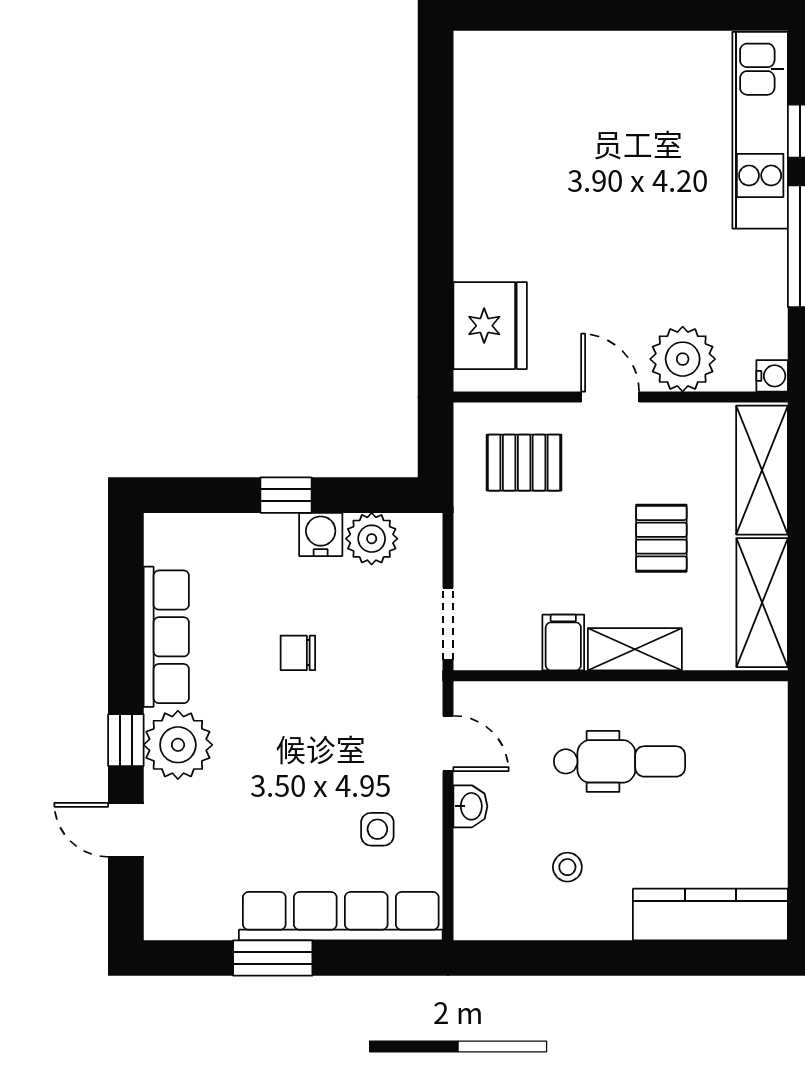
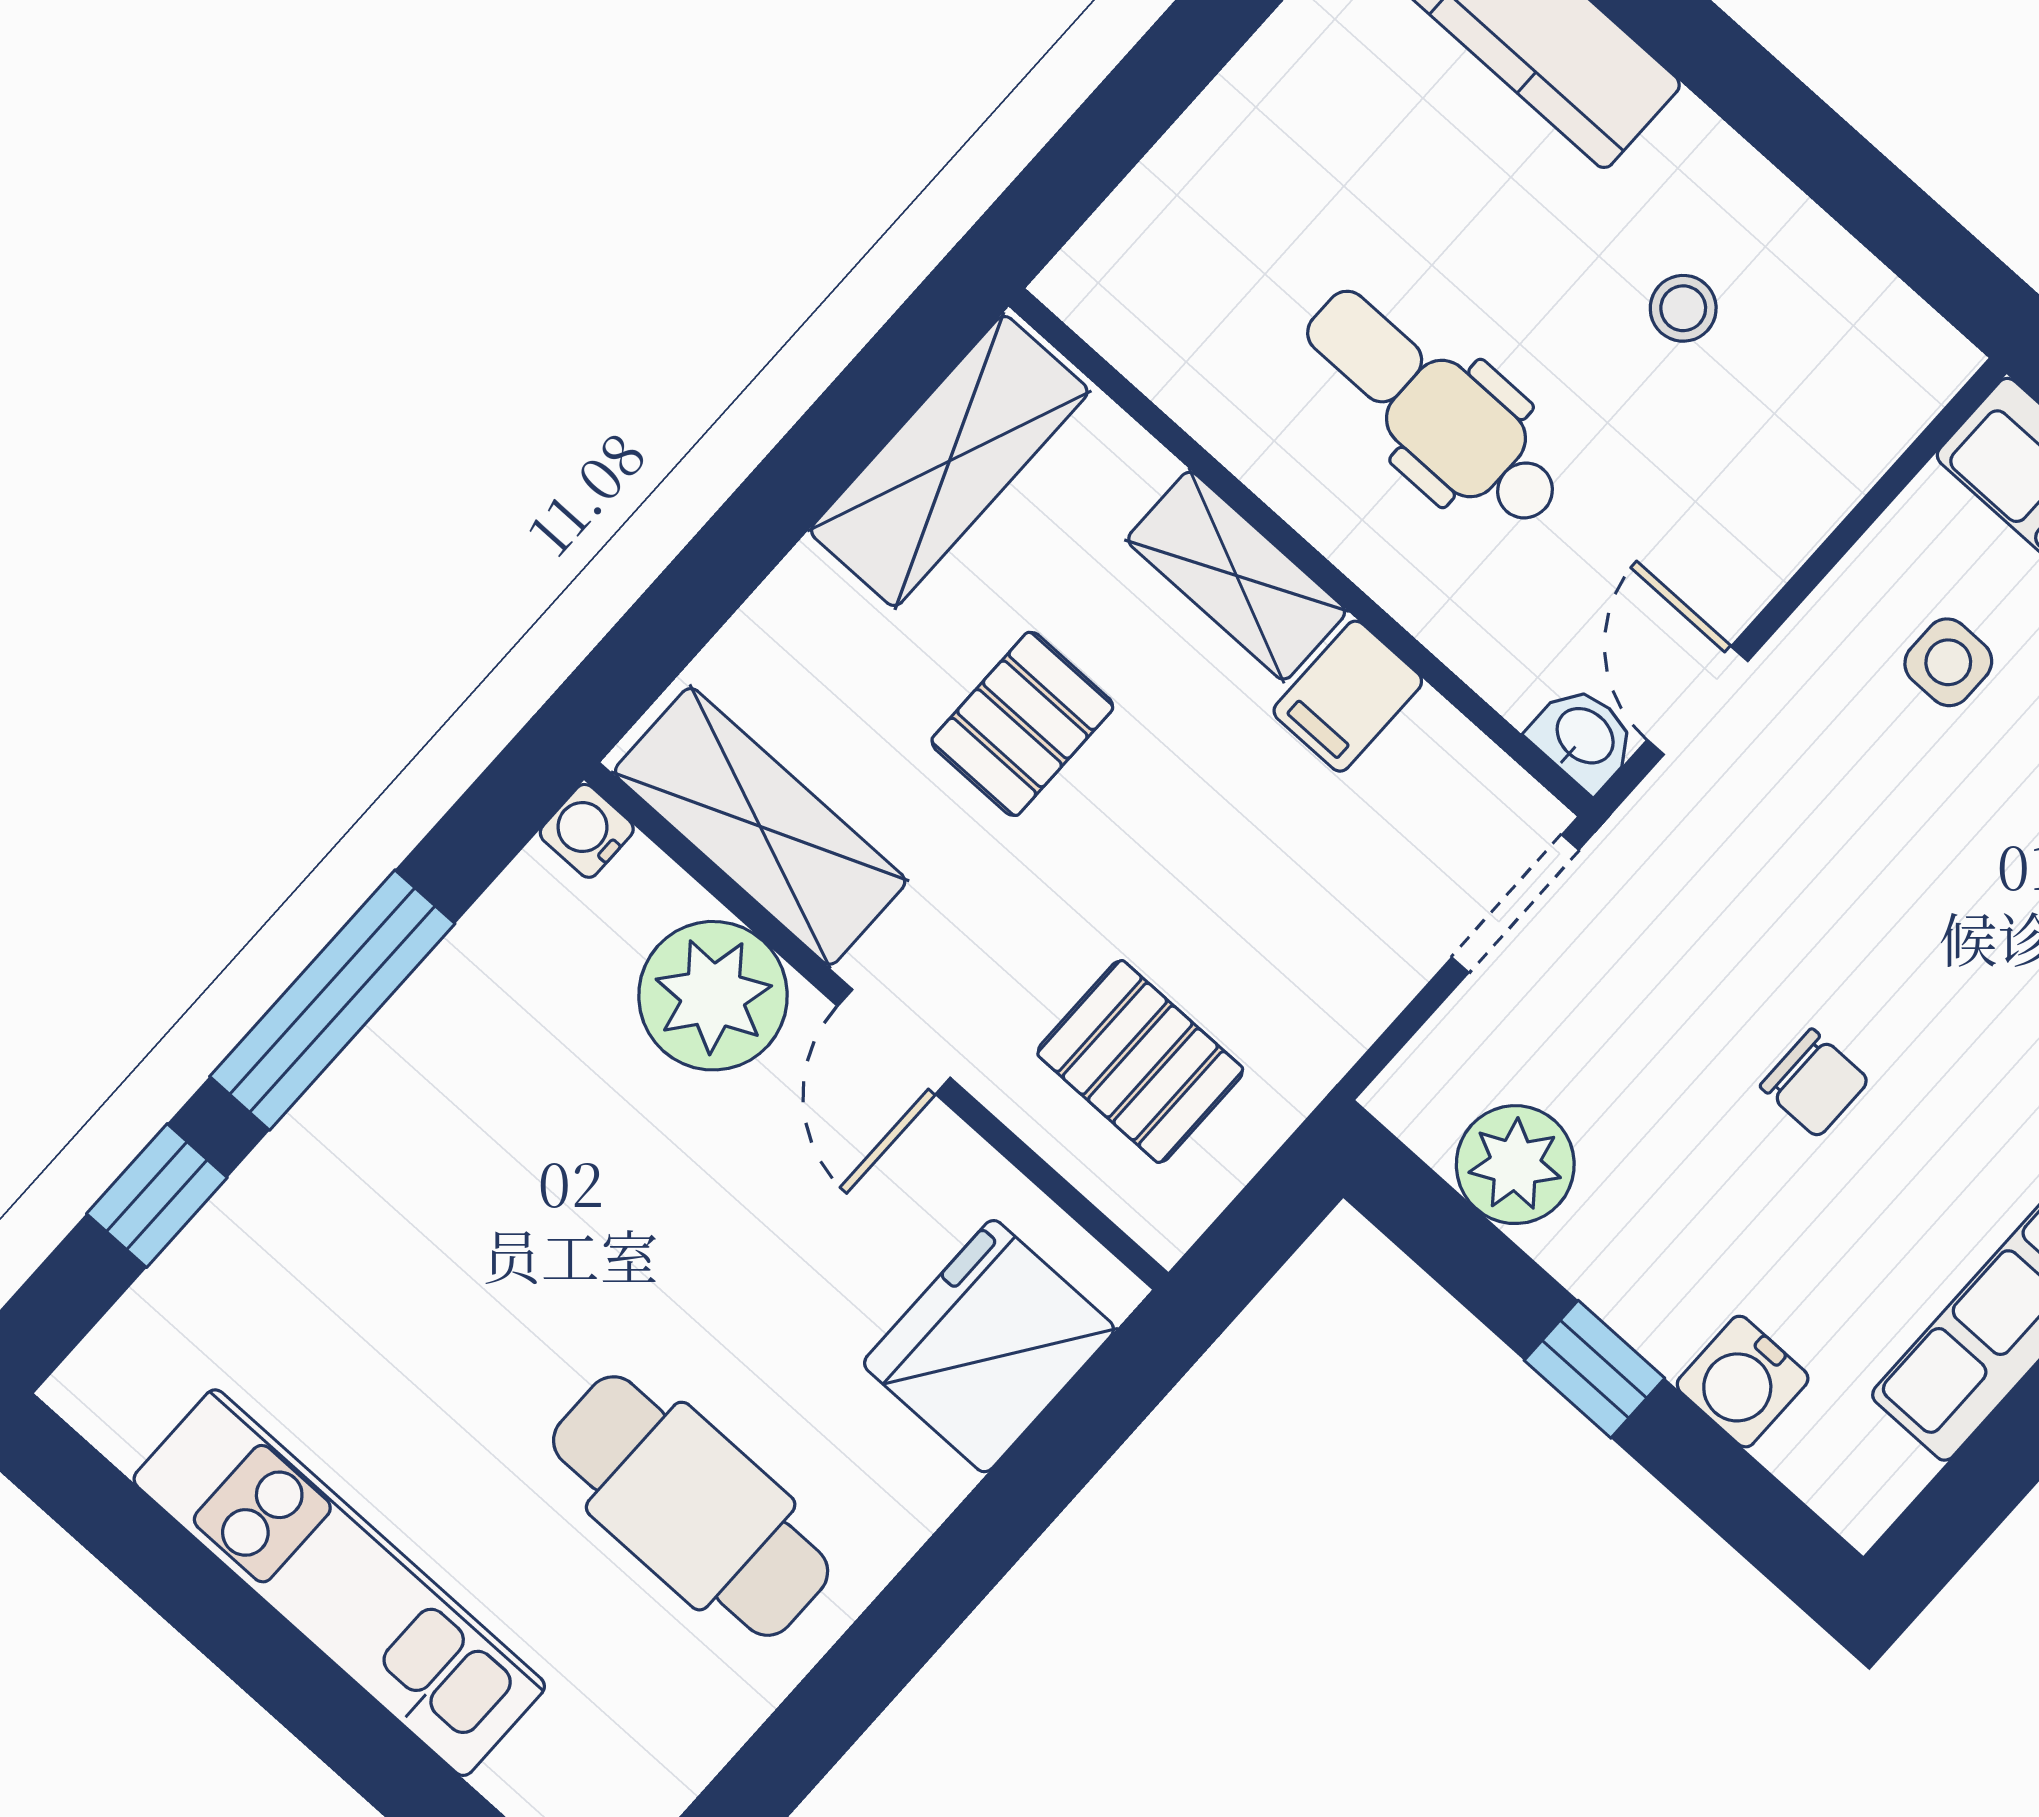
kitchen unit: (760, 130) -> (339, 1583), moved, turned -90
cafe table: (541, 186) -> (691, 1506), added
shelving: (762, 470) -> (760, 826), moved, turned 90
water cooler: (321, 534) -> (1743, 1382), moved
washbasin: (470, 806) -> (1584, 737), moved, turned 90

